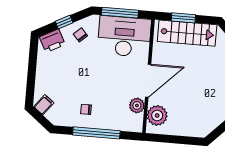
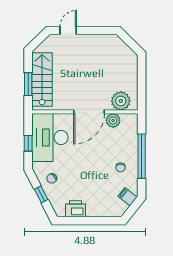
window: (120, 13) -> (28, 143), width x0.46
printer: (52, 41) -> (75, 209), moved, turned -63
door: (148, 81) -> (89, 112), swing flipped
filing cabinet: (44, 105) -> (128, 197), moved

